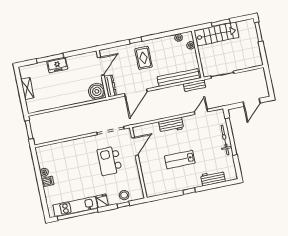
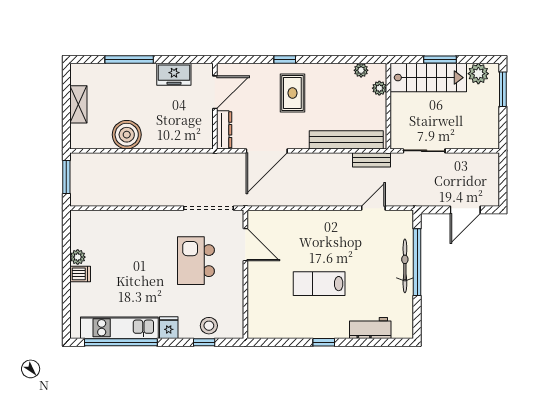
plant: (243, 26) -> (478, 74), added
freezer: (57, 65) -> (174, 74), moved
boiler: (97, 91) -> (127, 135), moved
workbench: (171, 125) -> (316, 221), removed
door: (135, 147) -> (245, 245), hinge flipped

